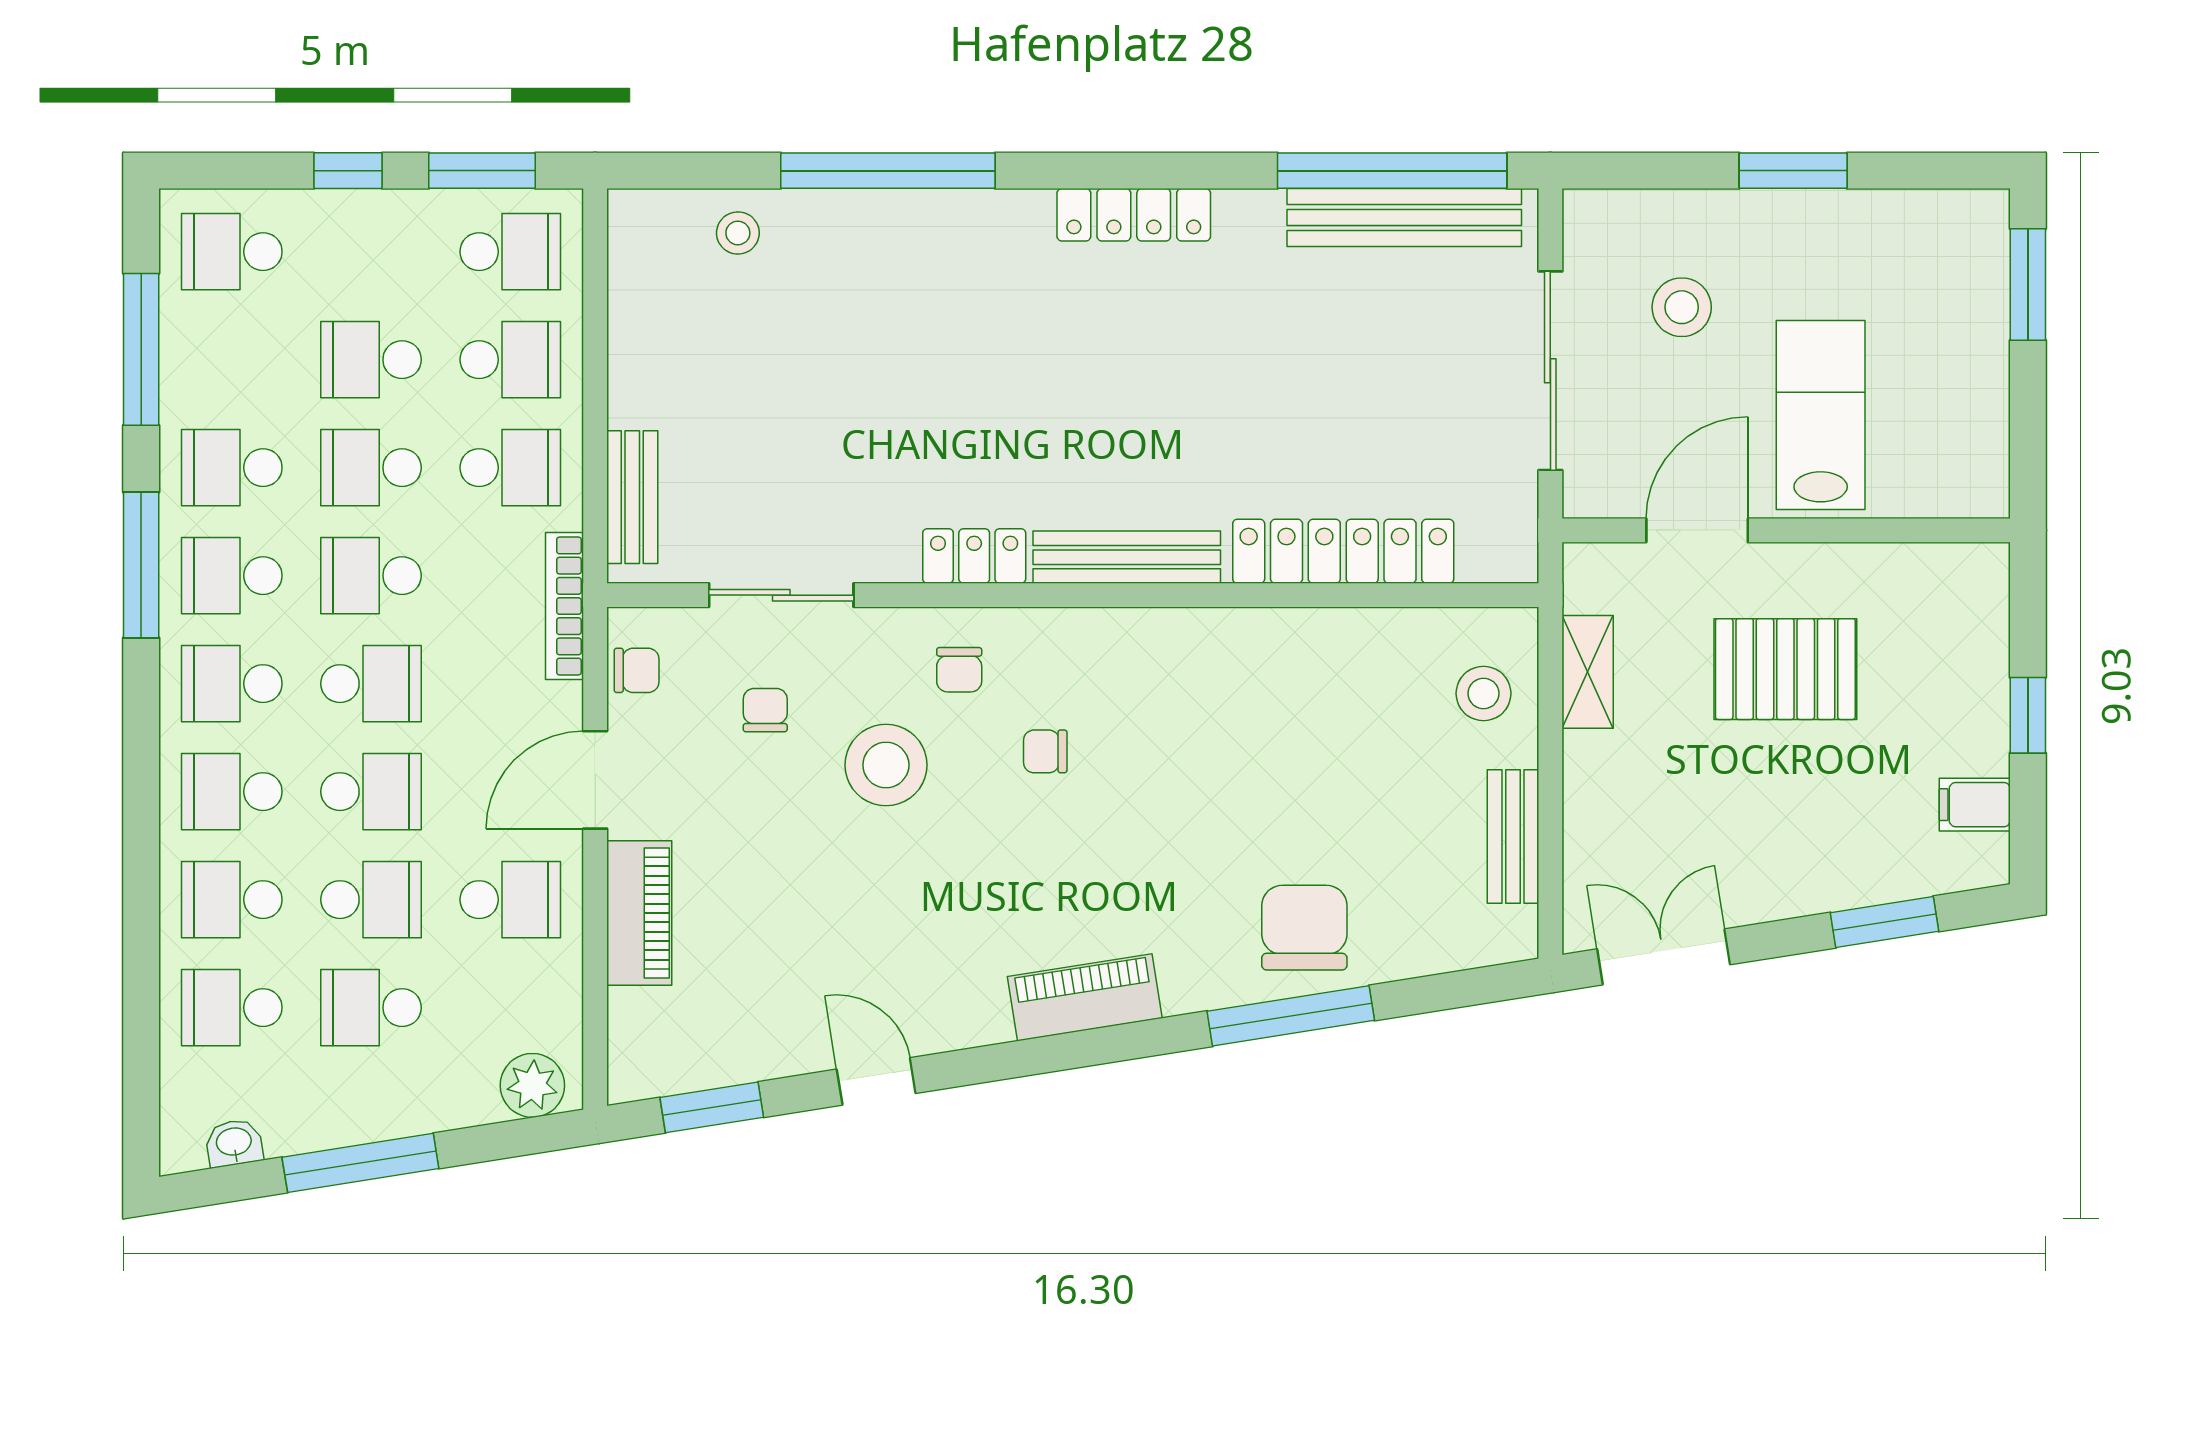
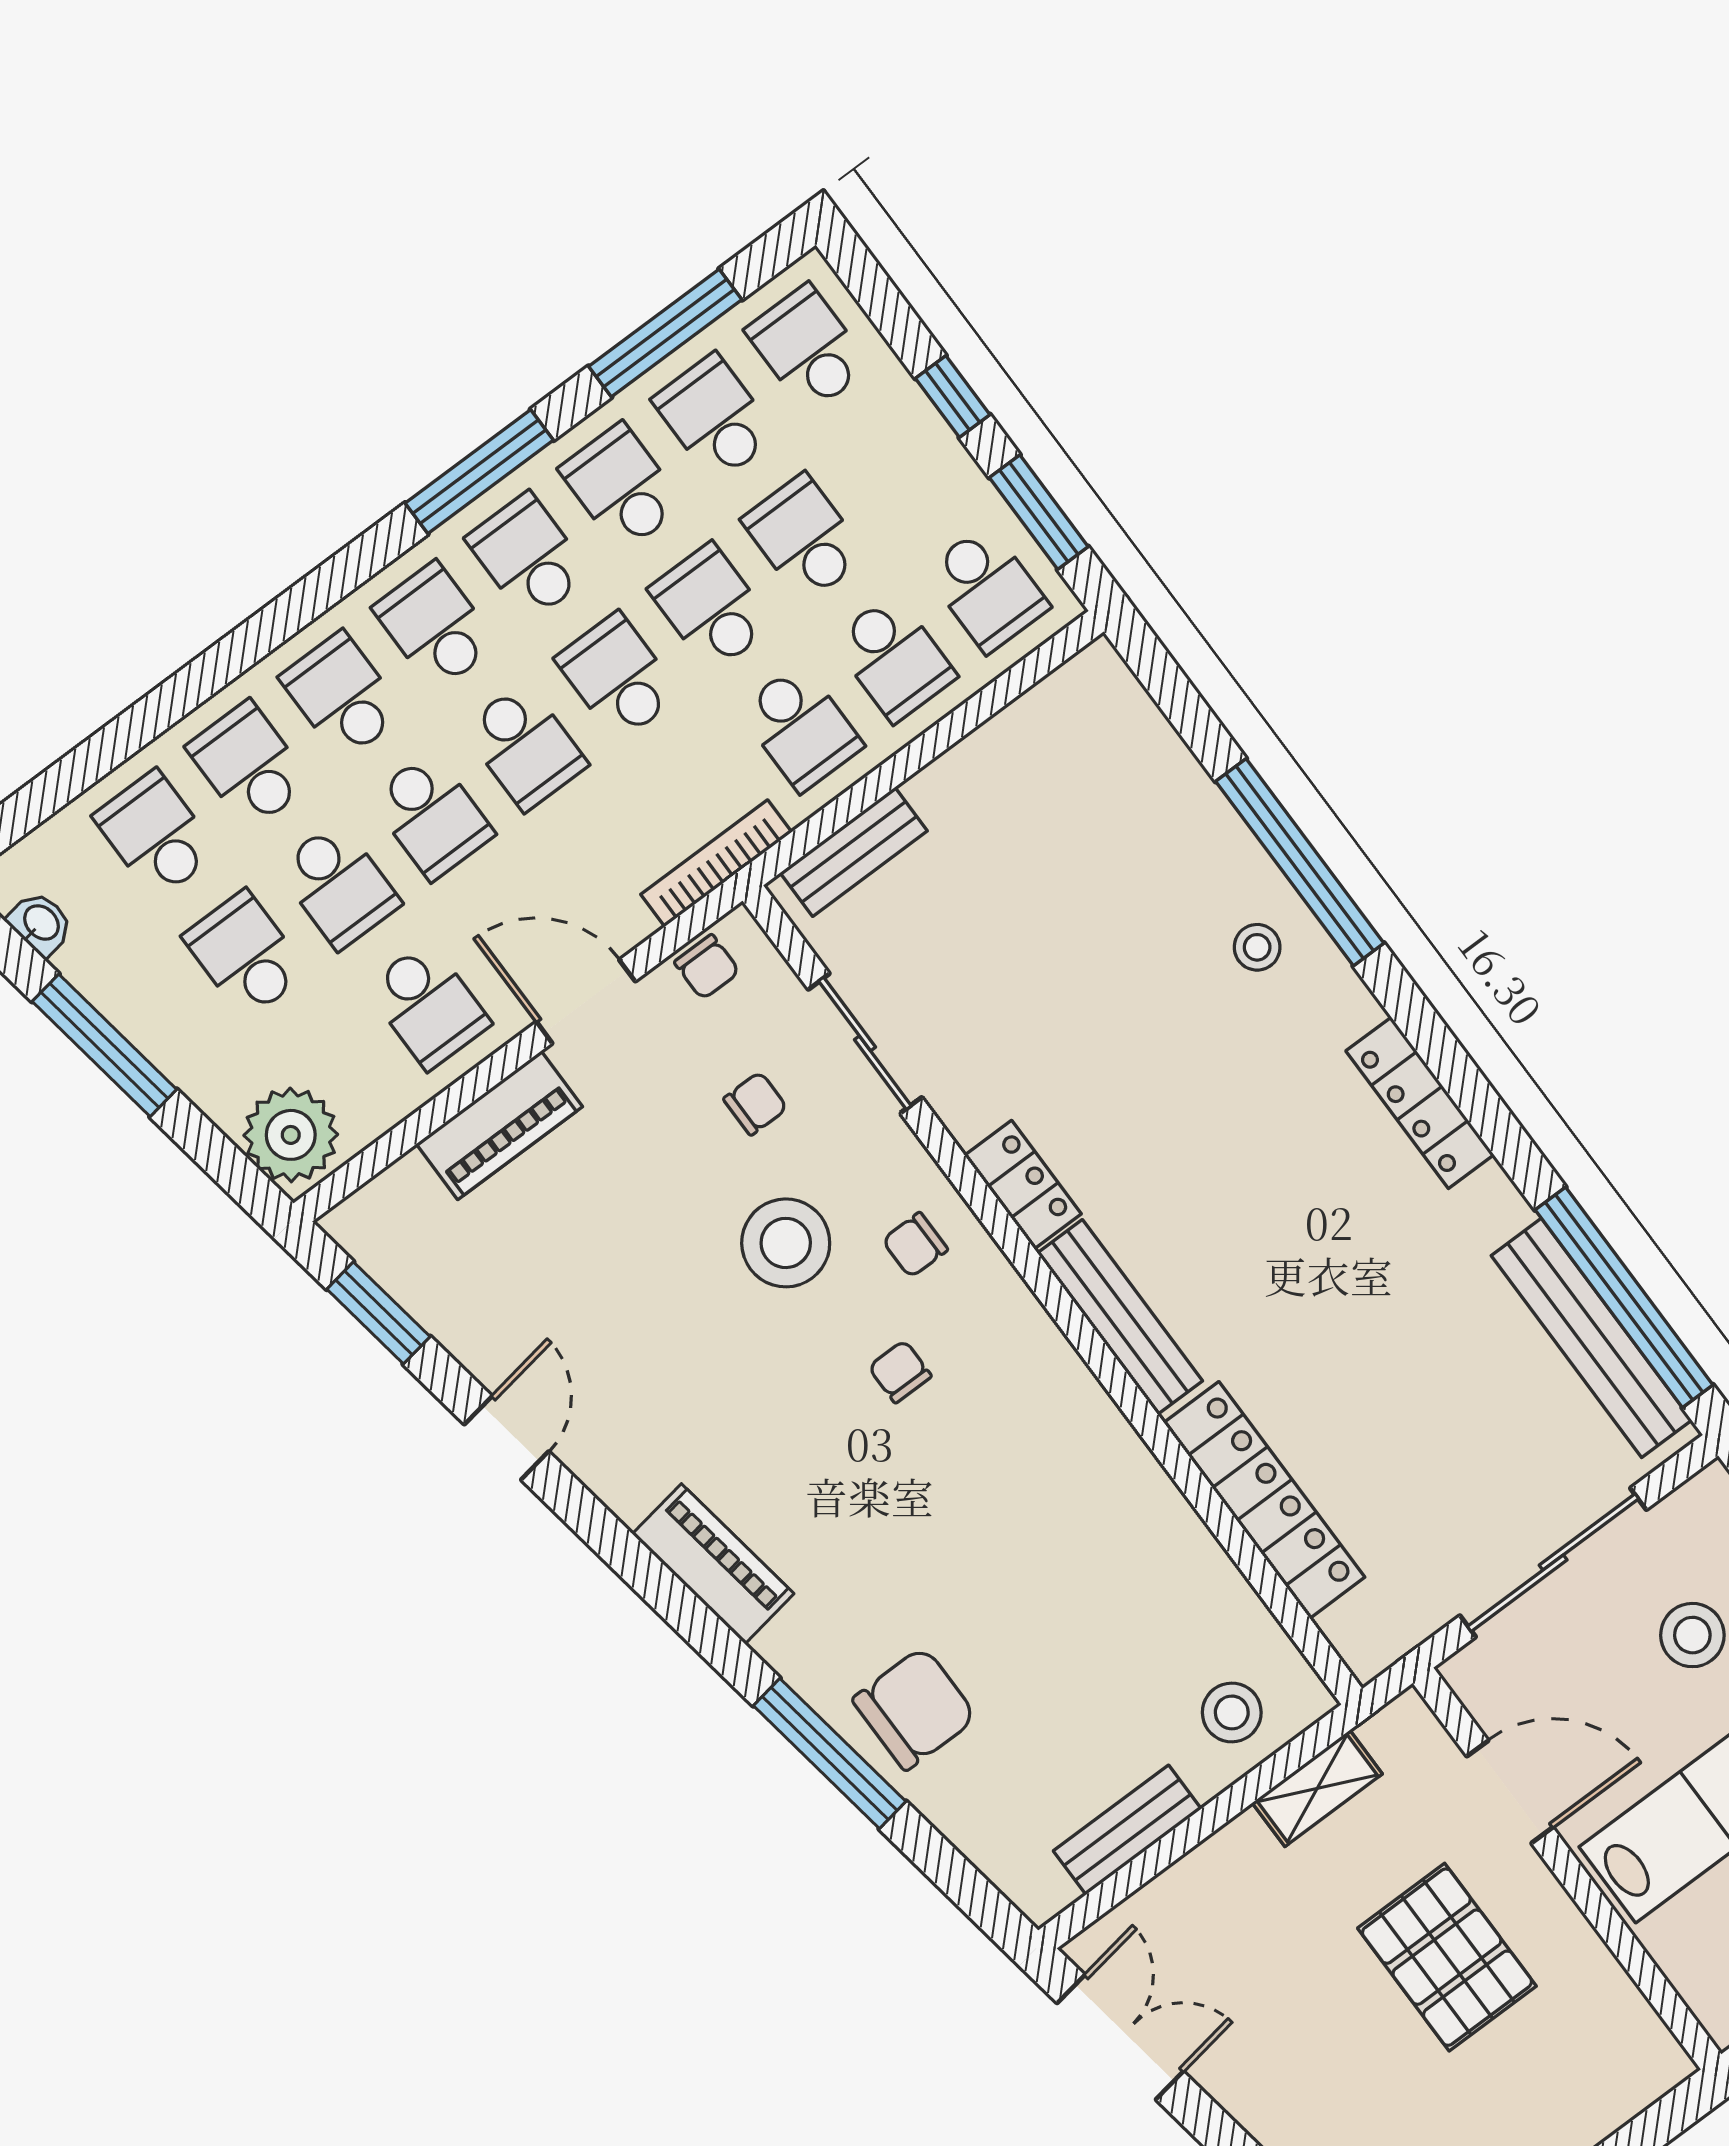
stool: (738, 233) -> (1257, 947), moved
school desk: (232, 360) -> (715, 418), added
plant: (532, 1085) -> (291, 1135), width x1.36, depth x1.36

